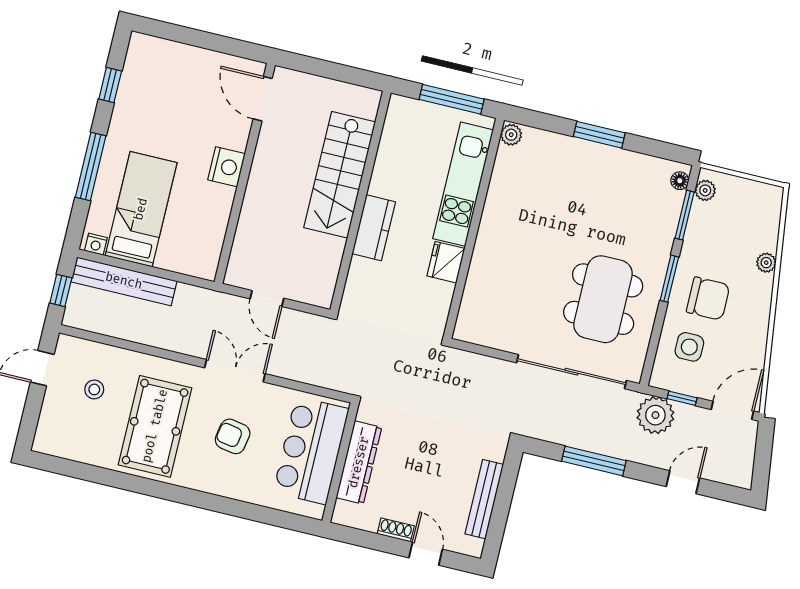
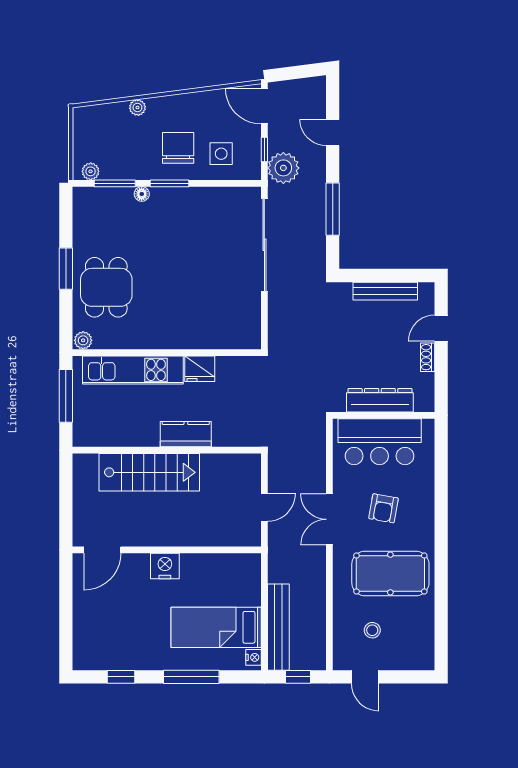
floor lamp: (680, 181) -> (142, 194), moved
dining table: (603, 299) -> (106, 287), moved, width x0.73

